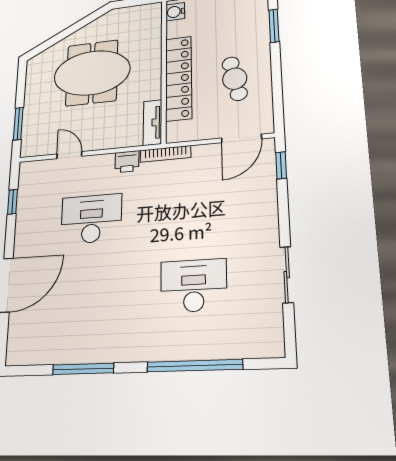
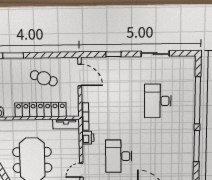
cafe table: (235, 79) -> (44, 78), turned 31
window: (281, 165) -> (114, 54), moved
window: (83, 369) -> (197, 146), moved

